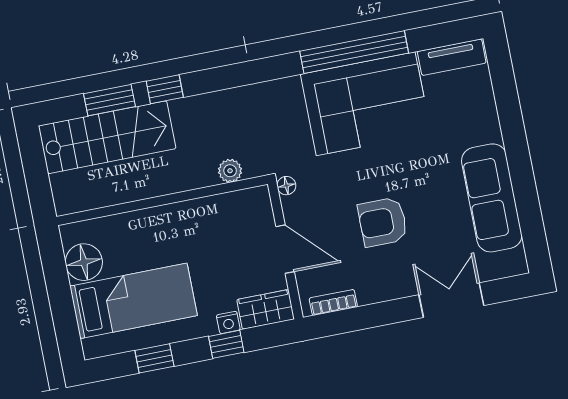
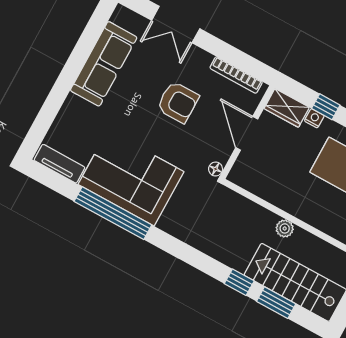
plant: (230, 171) -> (285, 228), moved
bookcase: (333, 302) -> (236, 75), width x1.56

